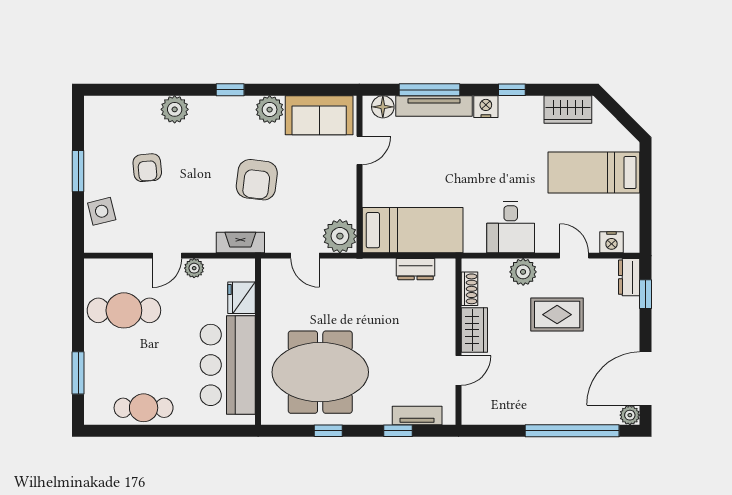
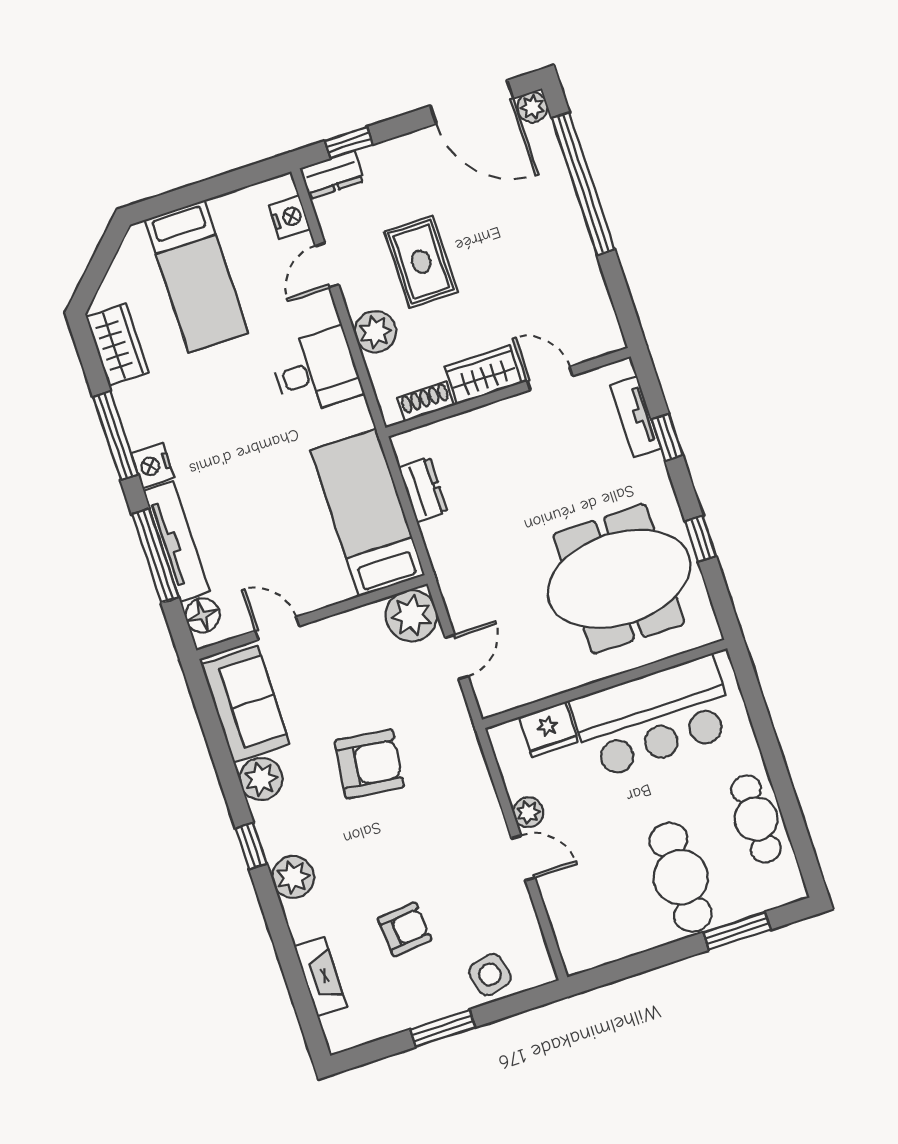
window: (512, 90) -> (116, 436), width x2.17
plant: (175, 109) -> (293, 877), moved
fireplace: (240, 242) -> (321, 977), moved, turned 180
cafe table: (124, 310) -> (681, 877), moved
meeting table: (320, 372) -> (619, 579), turned 90

